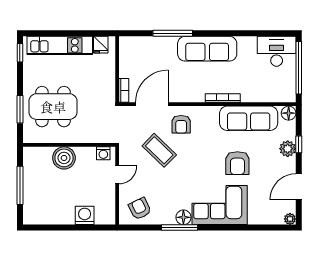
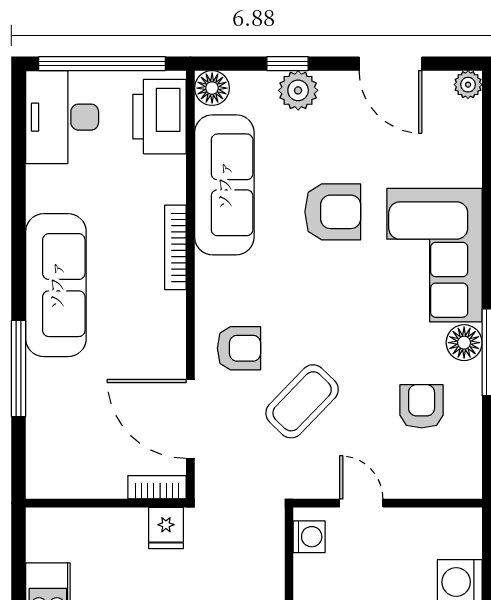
fridge: (101, 45) -> (166, 528), moved, turned 90
printer: (277, 91) -> (159, 117), added
armchair: (140, 209) -> (422, 406), moved, turned 116

